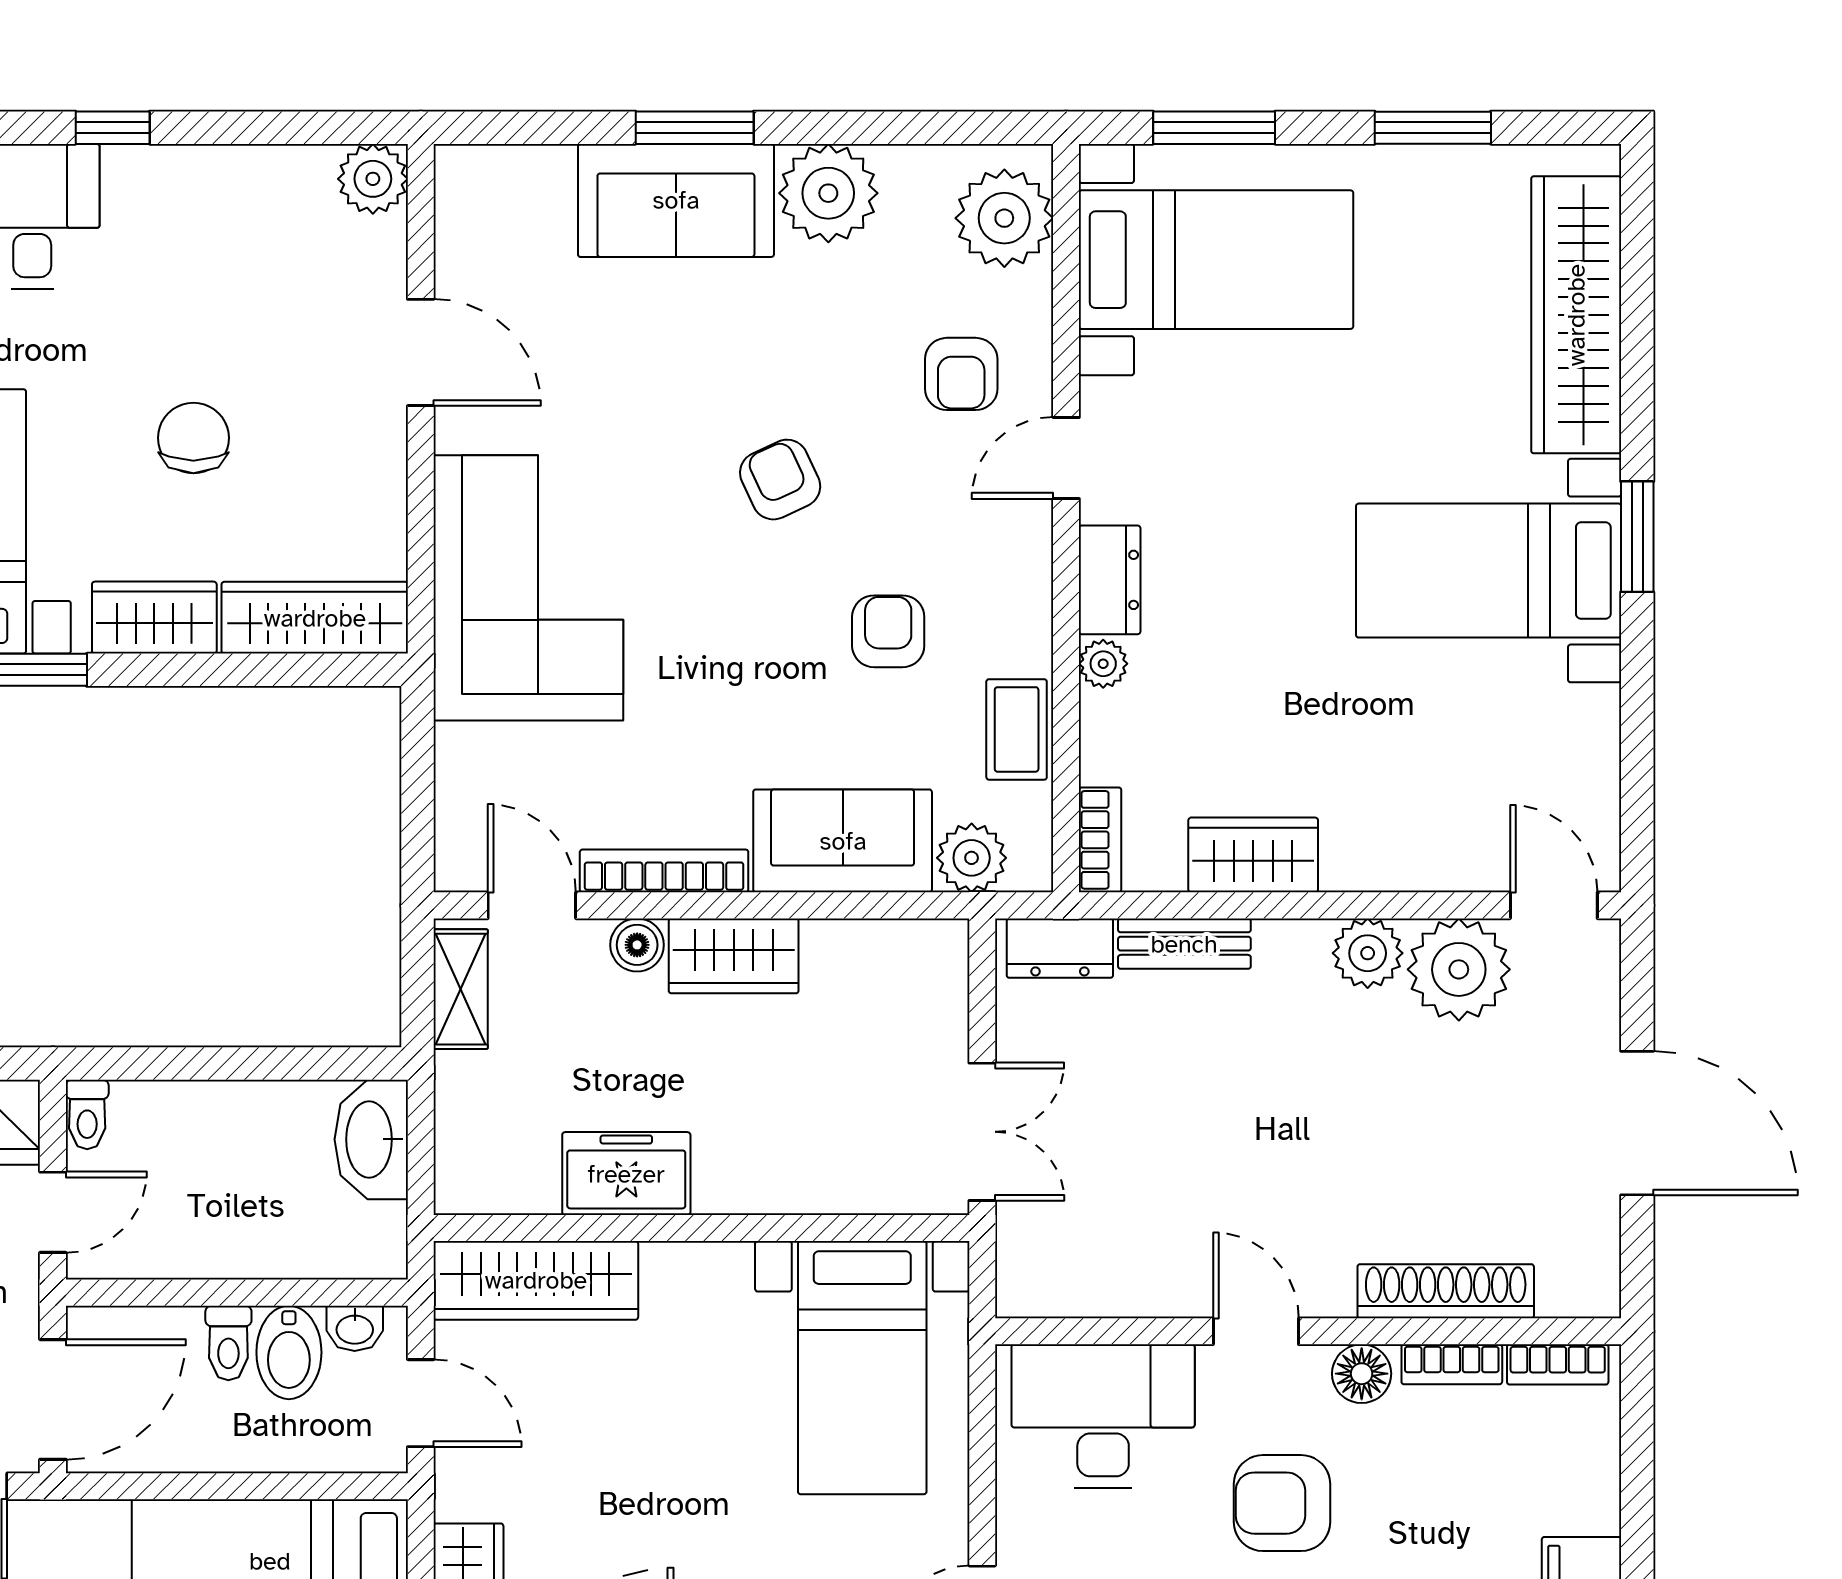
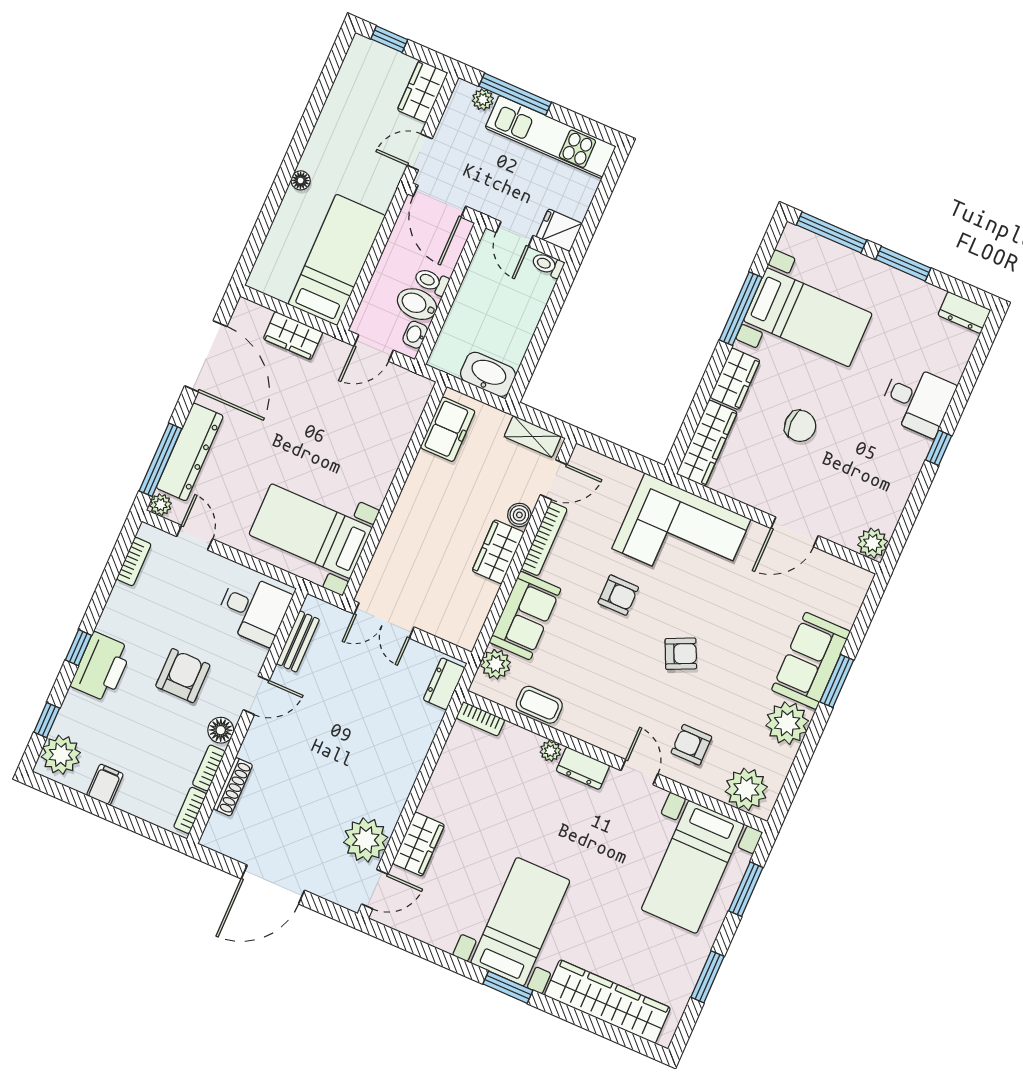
armchair: (888, 631) -> (618, 595), moved
wardrobe: (1253, 855) -> (418, 844), moved
bench: (1184, 944) -> (298, 641), moved
plant: (1368, 953) -> (388, 806), removed
freezer: (626, 1174) -> (448, 429), moved
wardrobe: (536, 1280) -> (403, 416), removed
shoe rack: (1446, 1291) -> (233, 787), width x0.74, depth x0.81
desk: (1103, 1416) -> (253, 609), width x0.73

